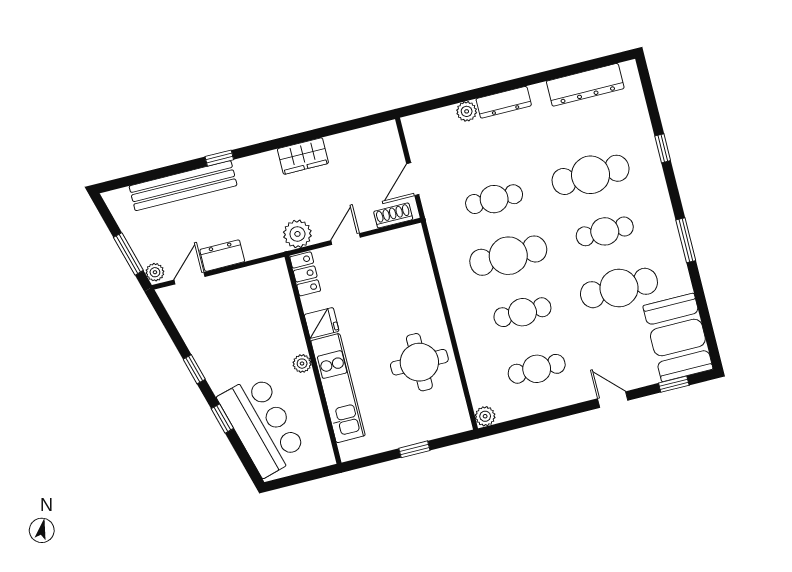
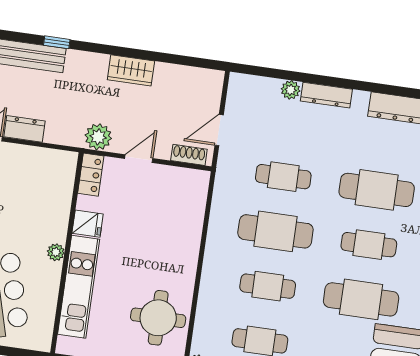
round table: (419, 362) -> (158, 318), moved

